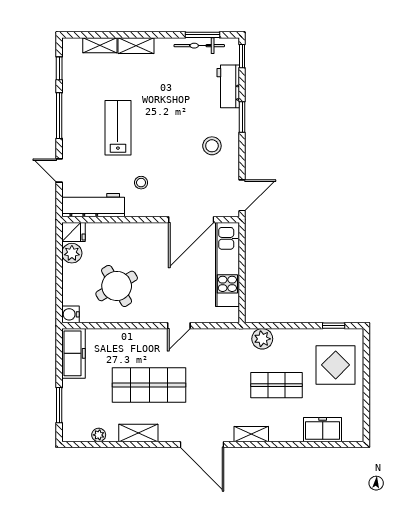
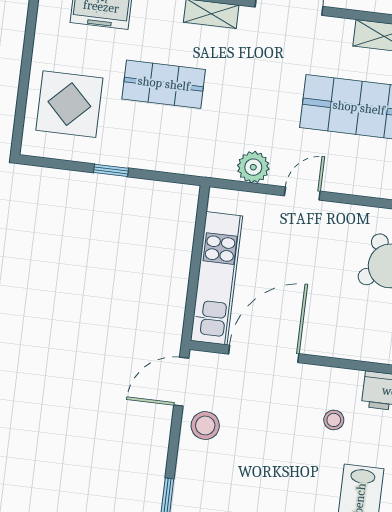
stool: (212, 146) -> (205, 426), moved
window: (334, 326) -> (111, 170), moved
plant: (262, 339) -> (253, 167), moved

